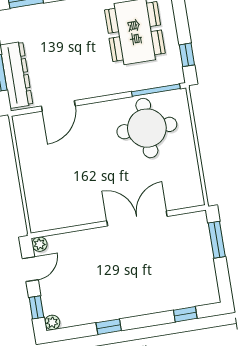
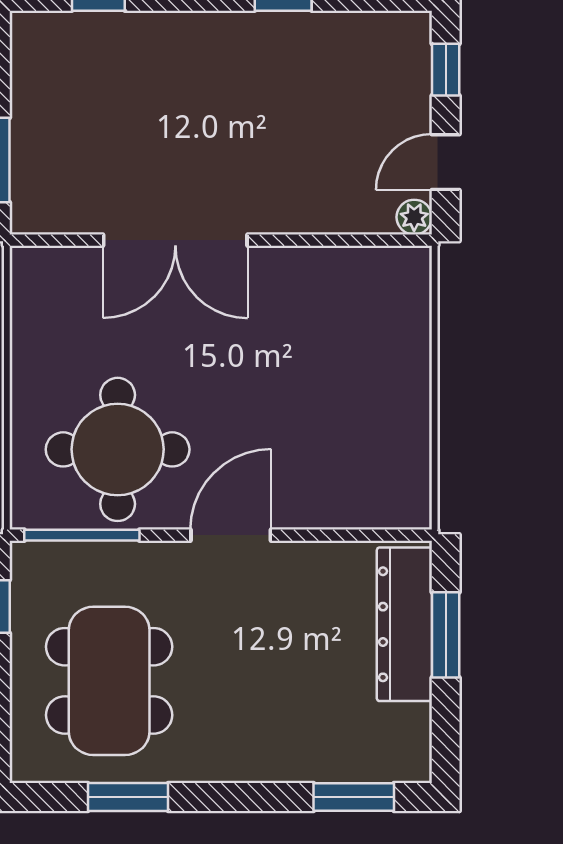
door: (58, 106) -> (231, 535), moved
plant: (52, 322) -> (414, 28), removed

